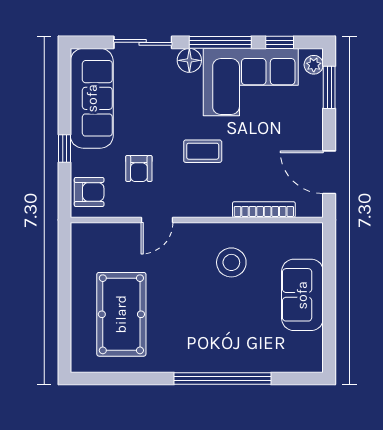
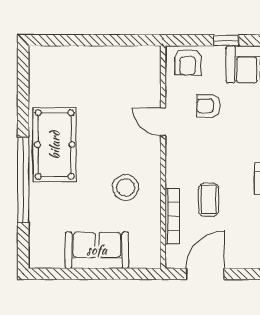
coffee table: (203, 151) -> (209, 200), moved
pool table: (121, 314) -> (55, 145), moved, turned 90

